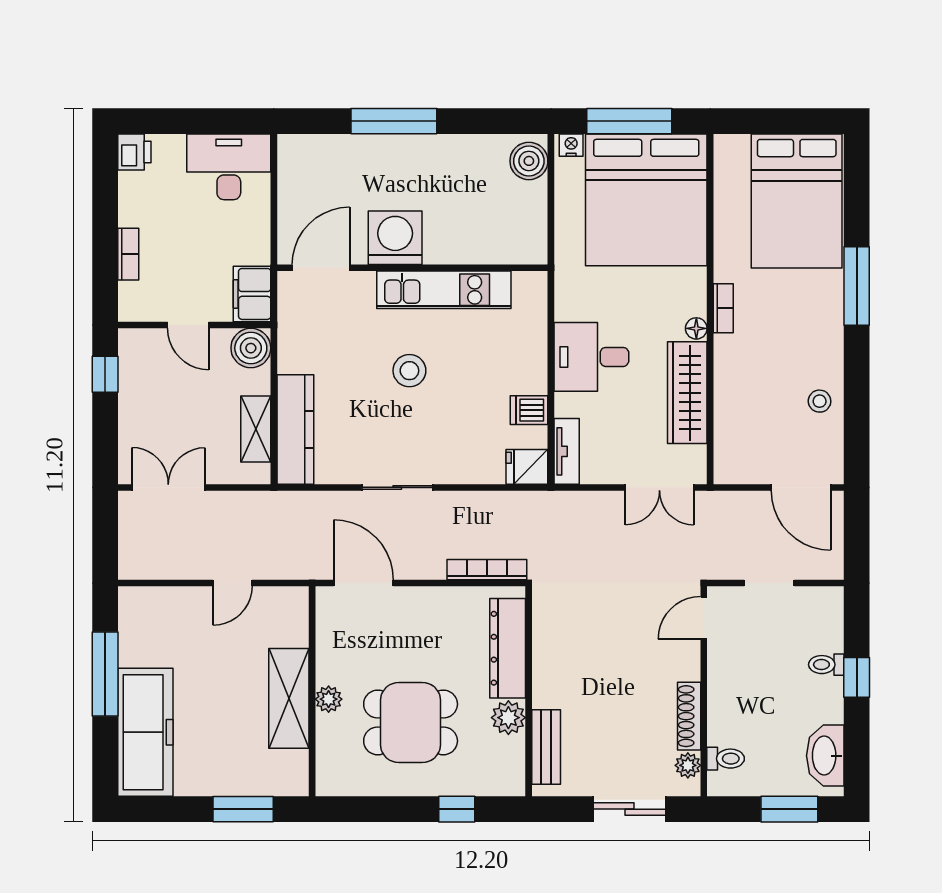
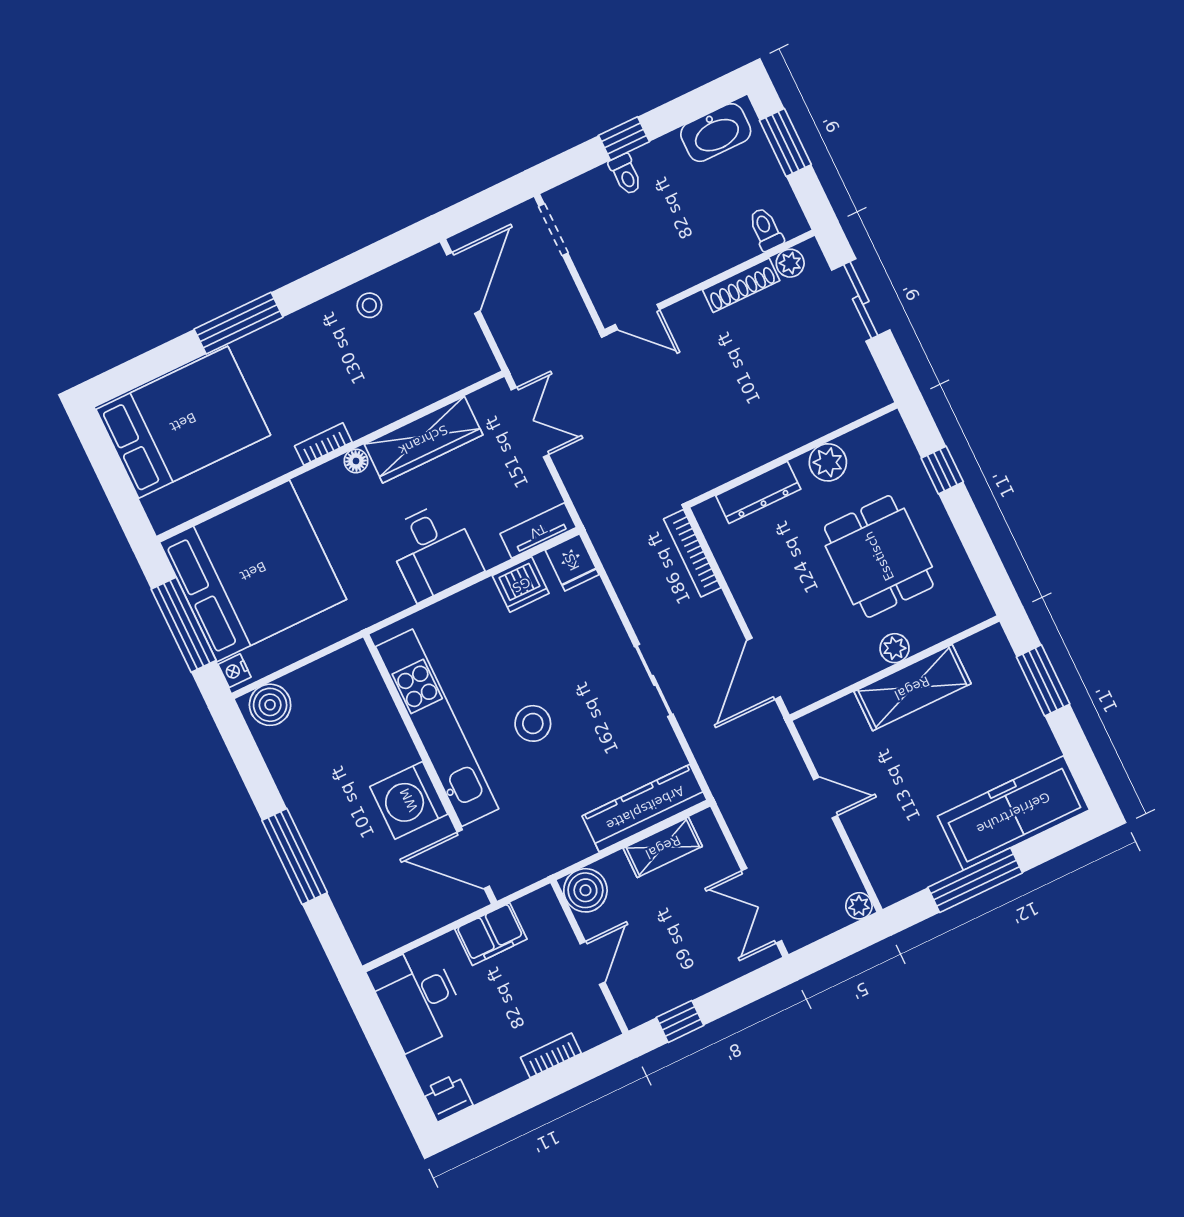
kitchen unit: (444, 290) -> (437, 728), width x1.36
filing cabinet: (252, 294) -> (491, 934), moved
dishwasher: (529, 410) -> (521, 585), width x1.38
plant: (130, 568) -> (859, 906), added
doorway: (769, 583) -> (553, 230), moved
dresser: (508, 648) -> (758, 492), width x0.73, depth x0.80
bench: (546, 747) -> (839, 411), removed

